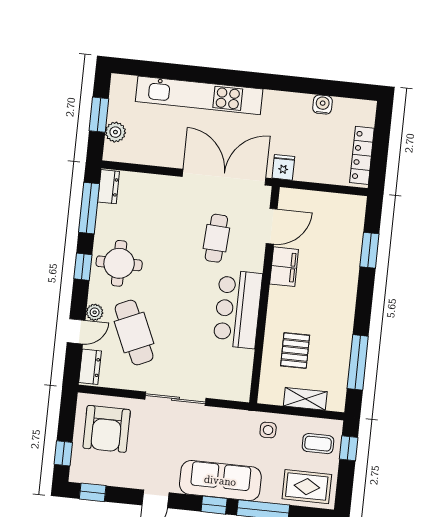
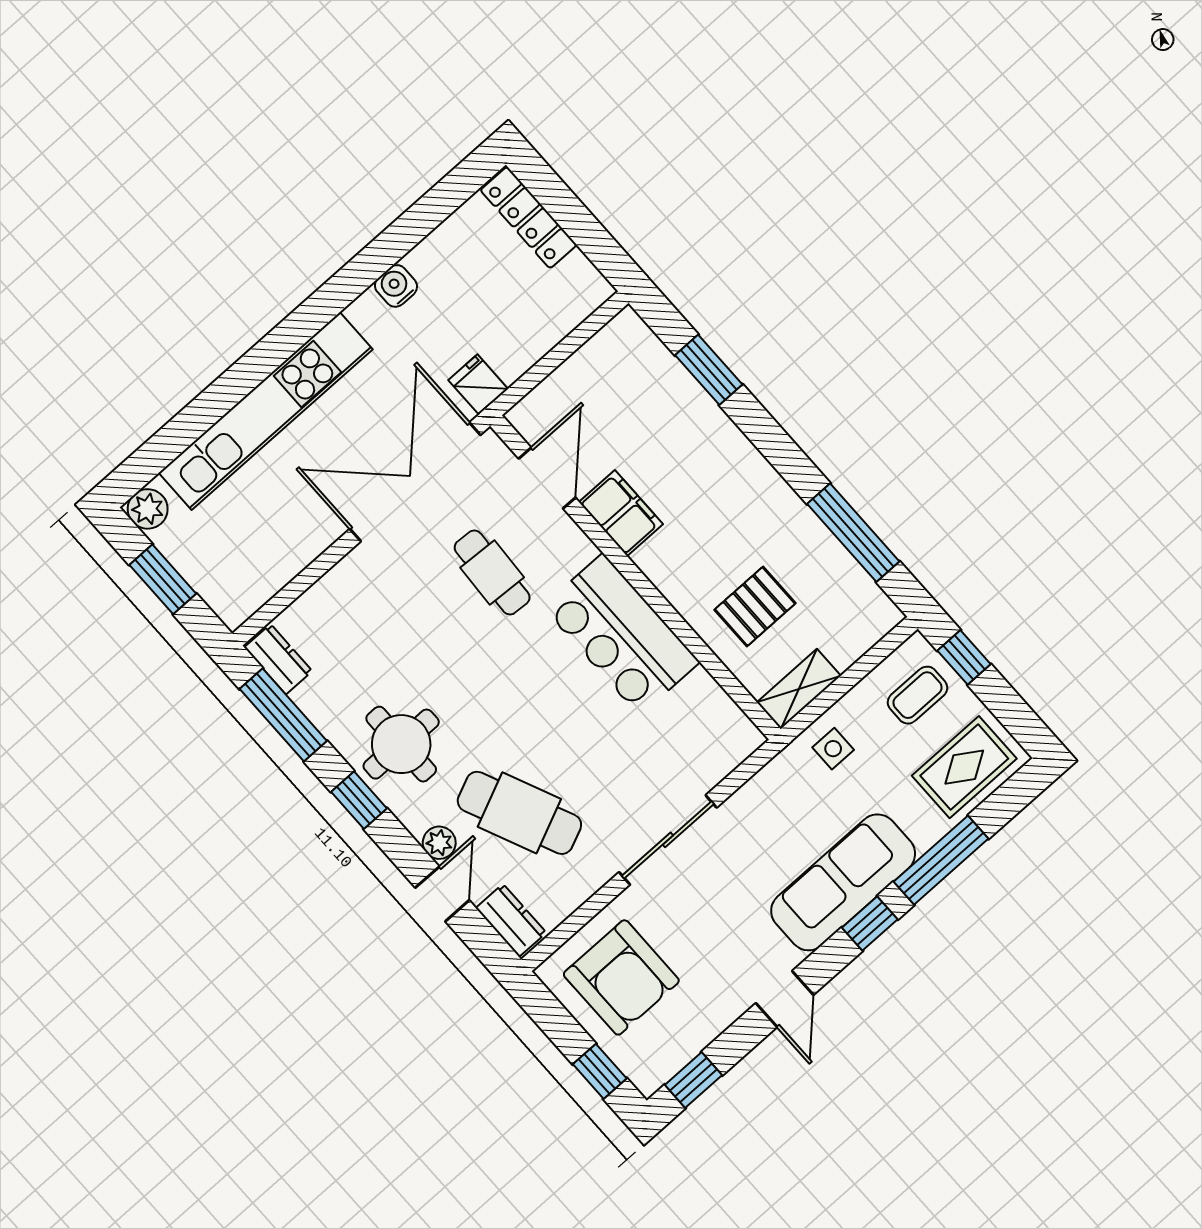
water cooler: (323, 105) -> (396, 286), moved
plant: (115, 132) -> (148, 509), moved
locker: (362, 155) -> (529, 217), moved
pallet: (295, 351) -> (755, 606), turned 90
shelving: (305, 399) -> (799, 689), moved

